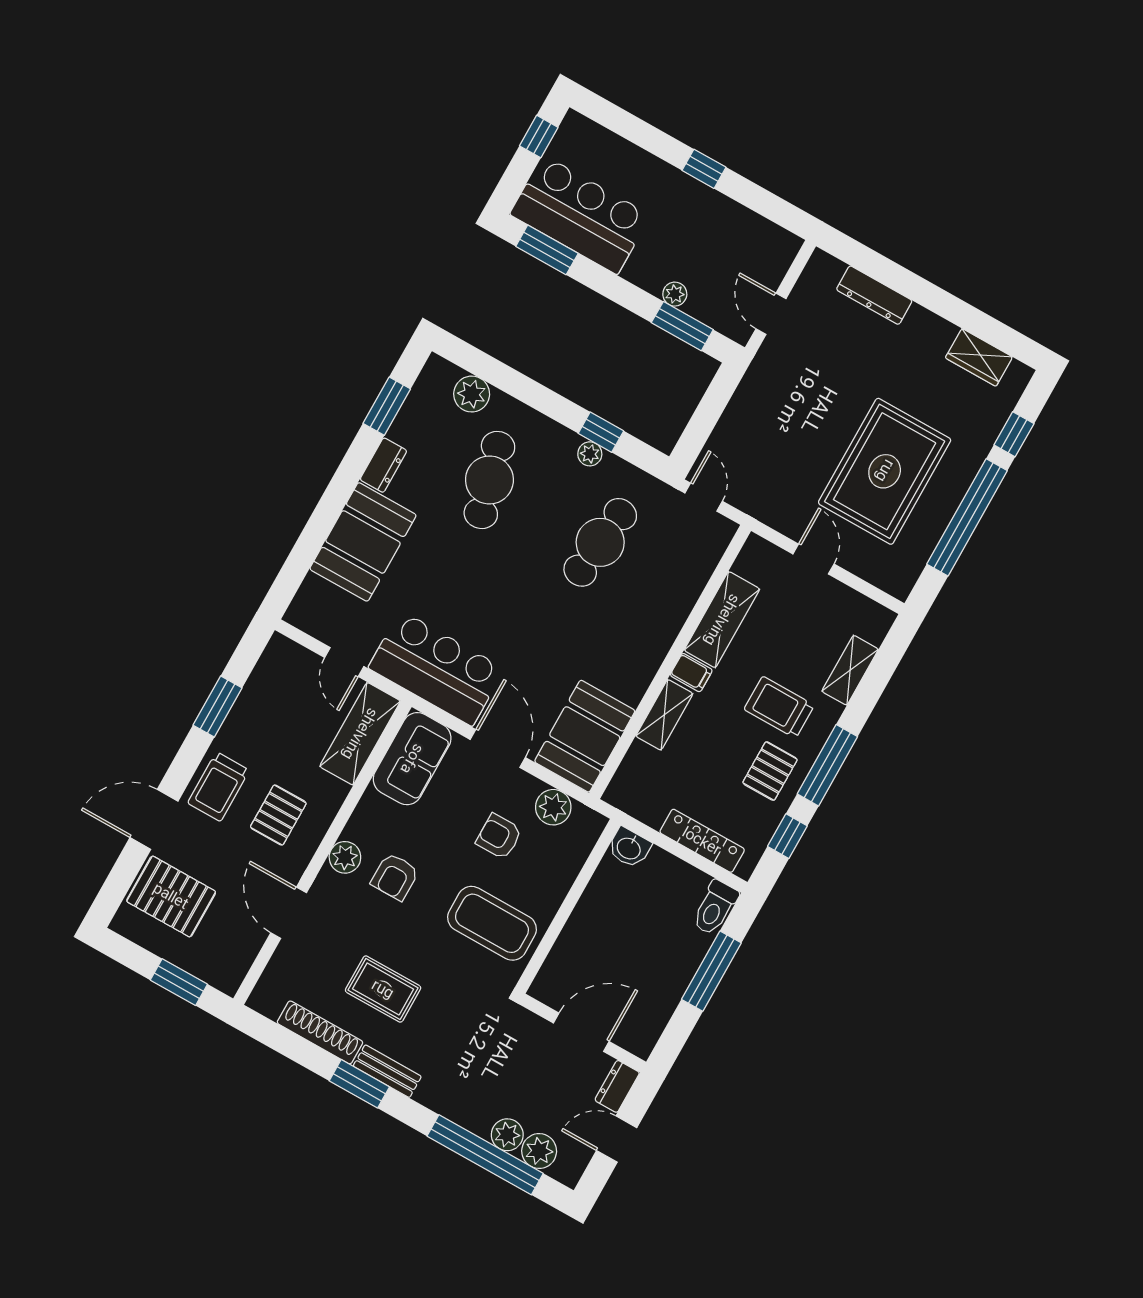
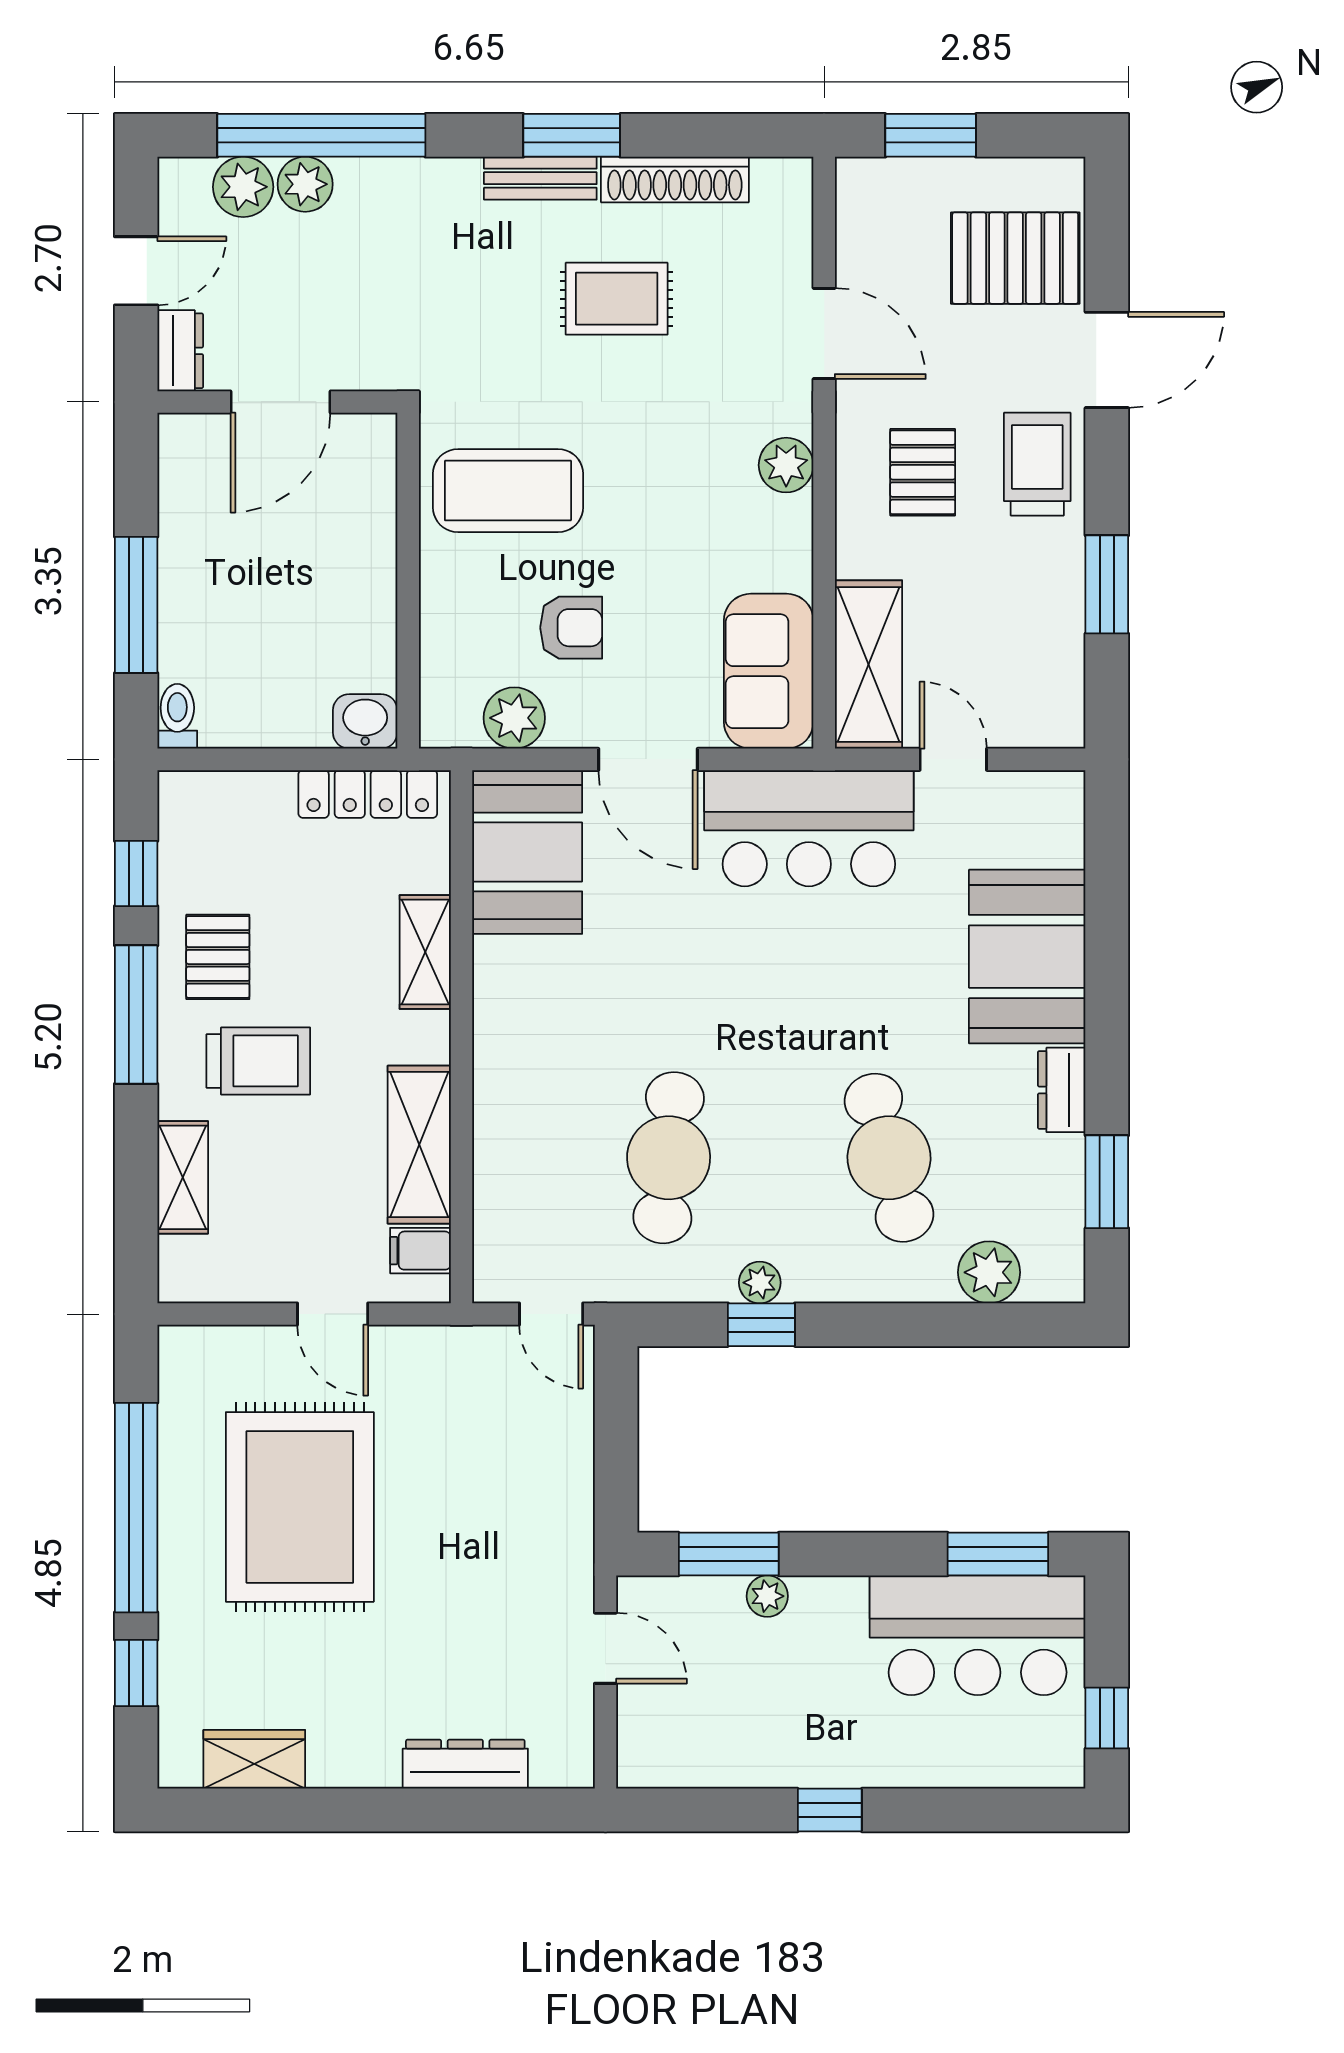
filing cabinet: (691, 673) -> (420, 1251), moved
locker: (702, 841) -> (368, 794), moved
armchair: (395, 877) -> (694, 478), removed
toilet: (715, 908) -> (177, 716), width x0.73, depth x0.72

